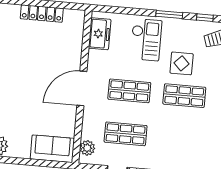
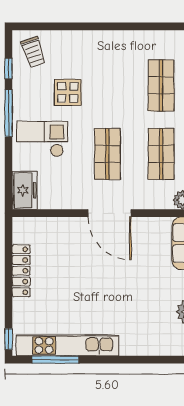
window: (169, 15) -> (9, 113), width x1.44
freezer: (100, 34) -> (25, 190), moved, turned 90
shop shelf: (184, 96) -> (161, 85), moved

